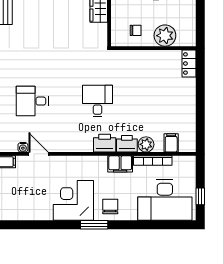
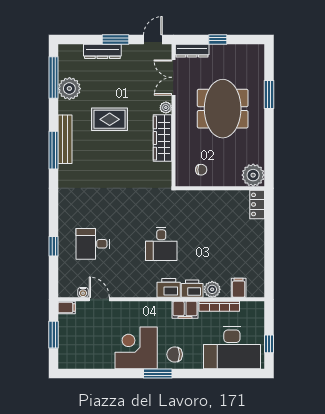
plant: (165, 36) -> (253, 175), moved
desk: (97, 101) -> (161, 244), turned 180
chair: (110, 207) -> (175, 354), turned -90

